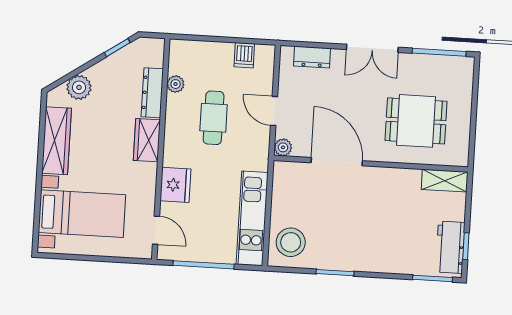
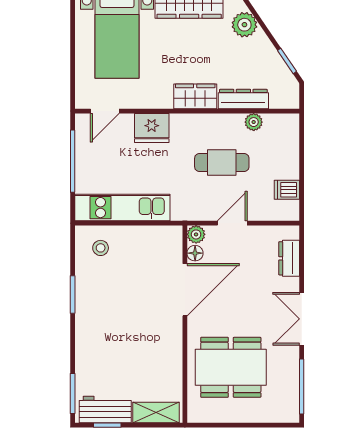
dining table: (416, 121) -> (231, 367), width x1.37
floor lamp: (301, 150) -> (195, 253), added
shelving: (445, 181) -> (156, 413), moved, turned 90
stool: (291, 242) -> (101, 248), width x0.53, depth x0.53

